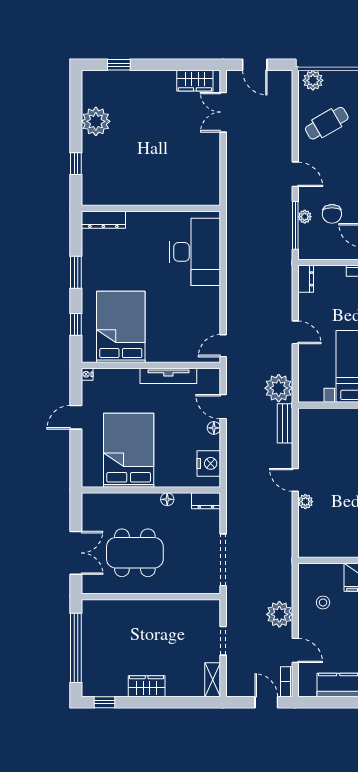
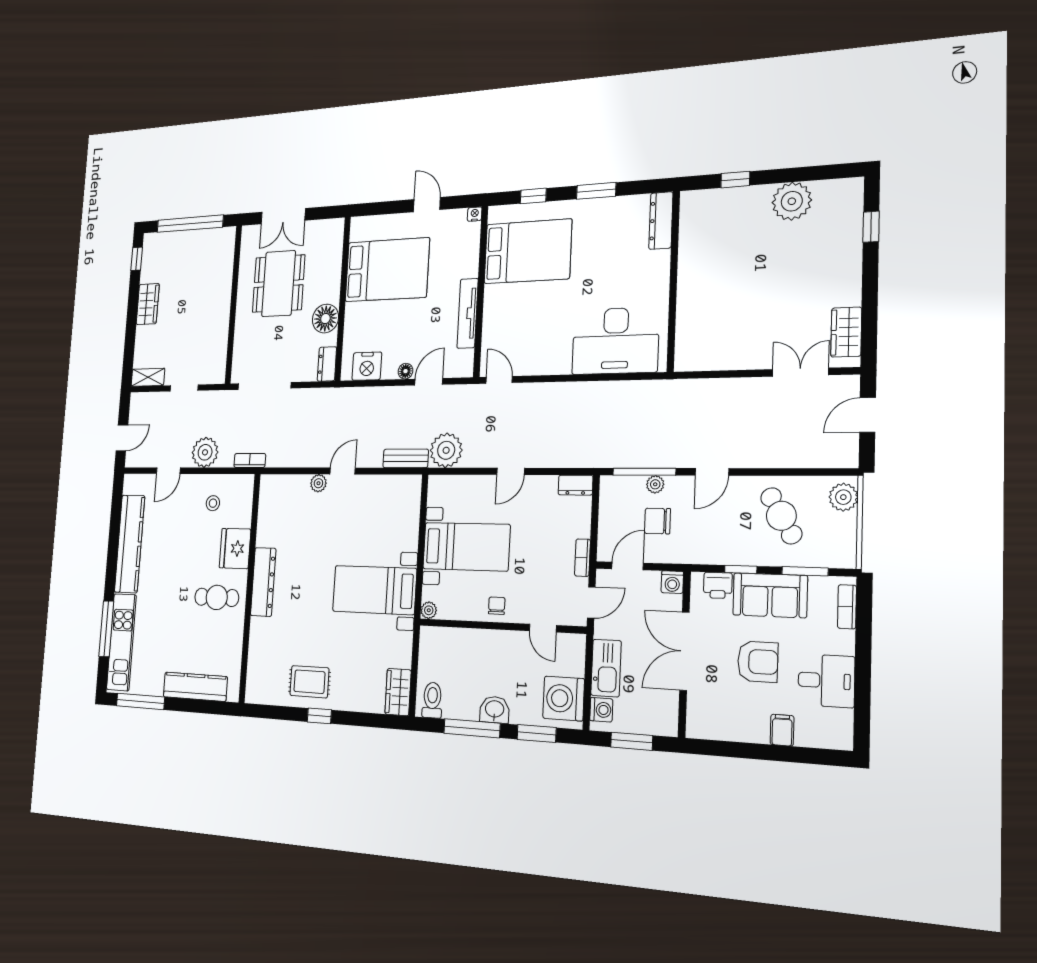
floor lamp: (167, 499) -> (325, 319), width x1.89, depth x1.89
bookcase: (287, 682) -> (250, 460), moved

